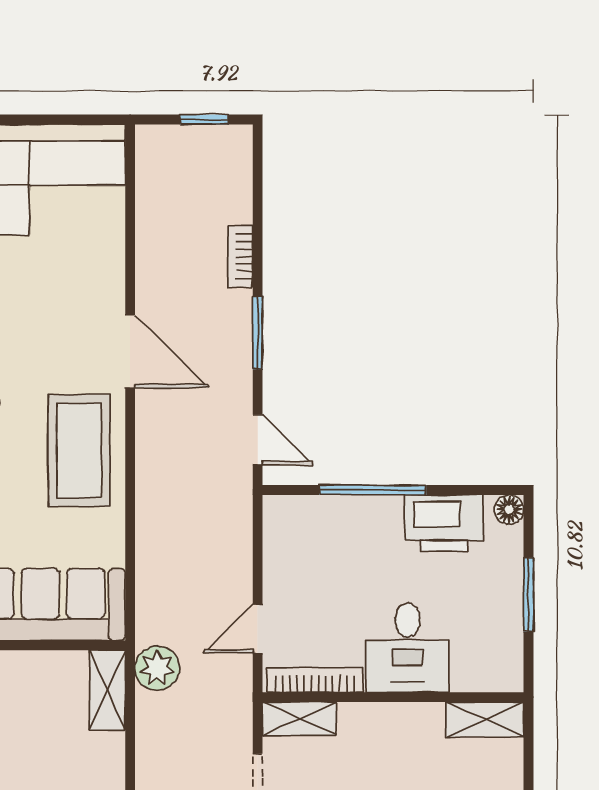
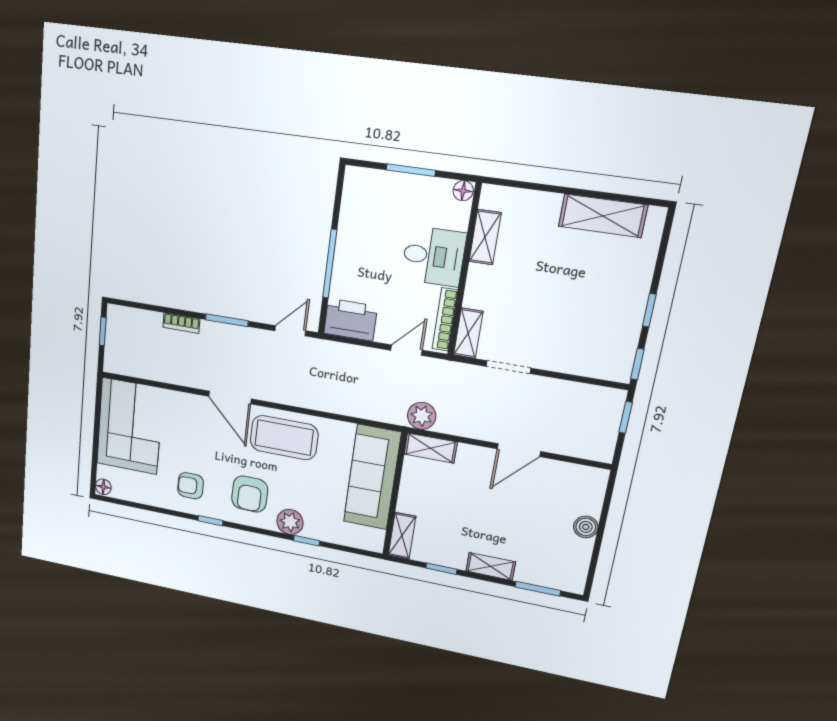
door: (130, 351) -> (230, 398), swing flipped
floor lamp: (509, 509) -> (463, 191), moved
printer: (444, 523) -> (351, 320), moved, turned -90
door: (258, 629) -> (406, 350), swing flipped
shelving: (485, 720) -> (485, 237), moved

